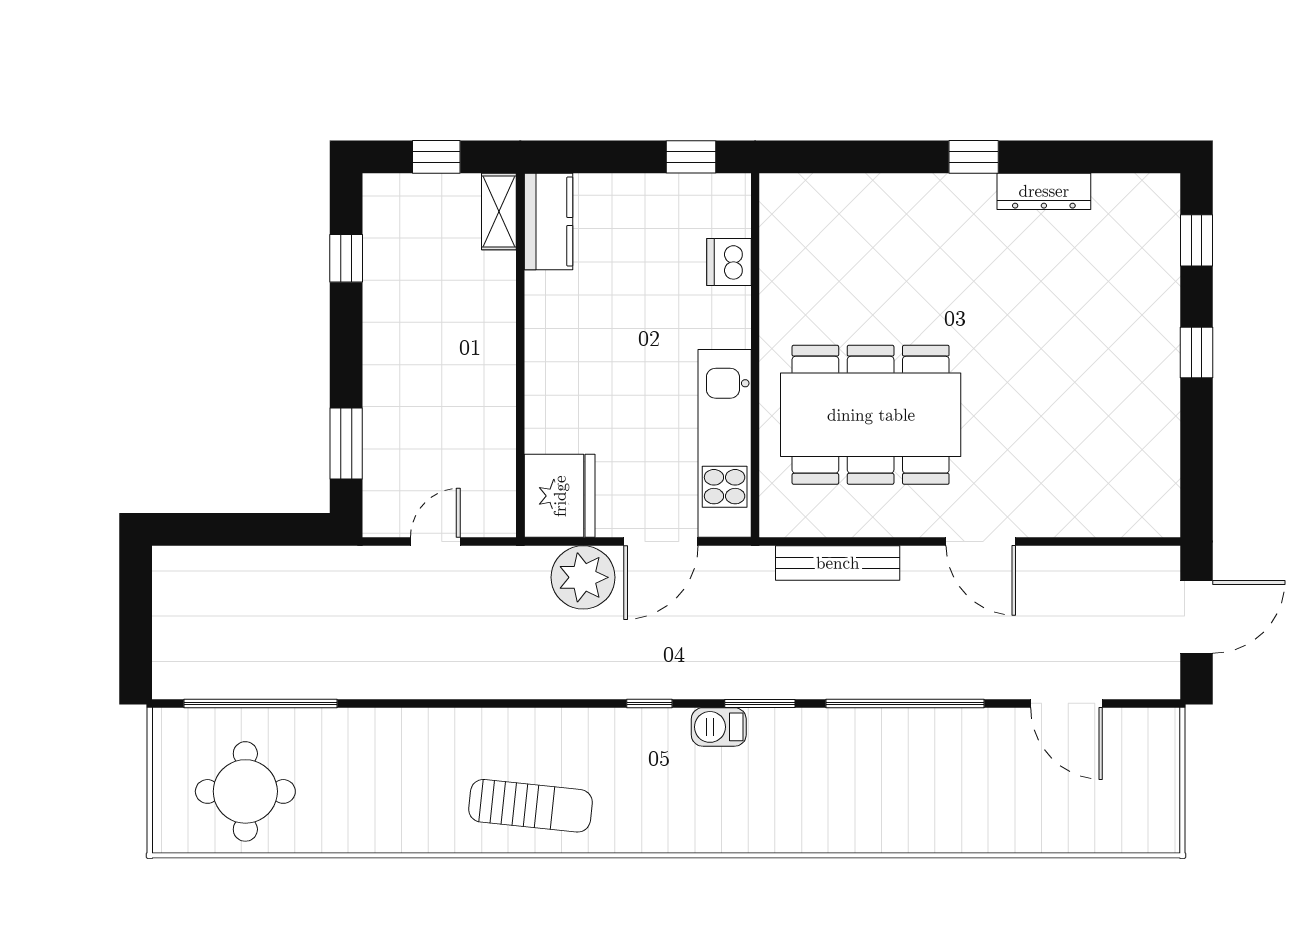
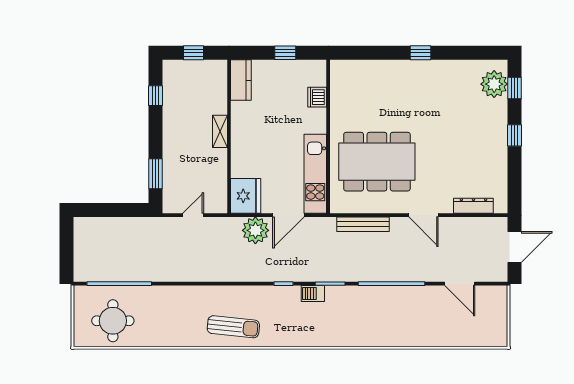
window: (691, 157) -> (285, 53), moved
dresser: (1044, 191) -> (473, 206), moved, turned 180
shelving: (499, 212) -> (220, 131), moved
plant: (1148, 231) -> (494, 84), added

